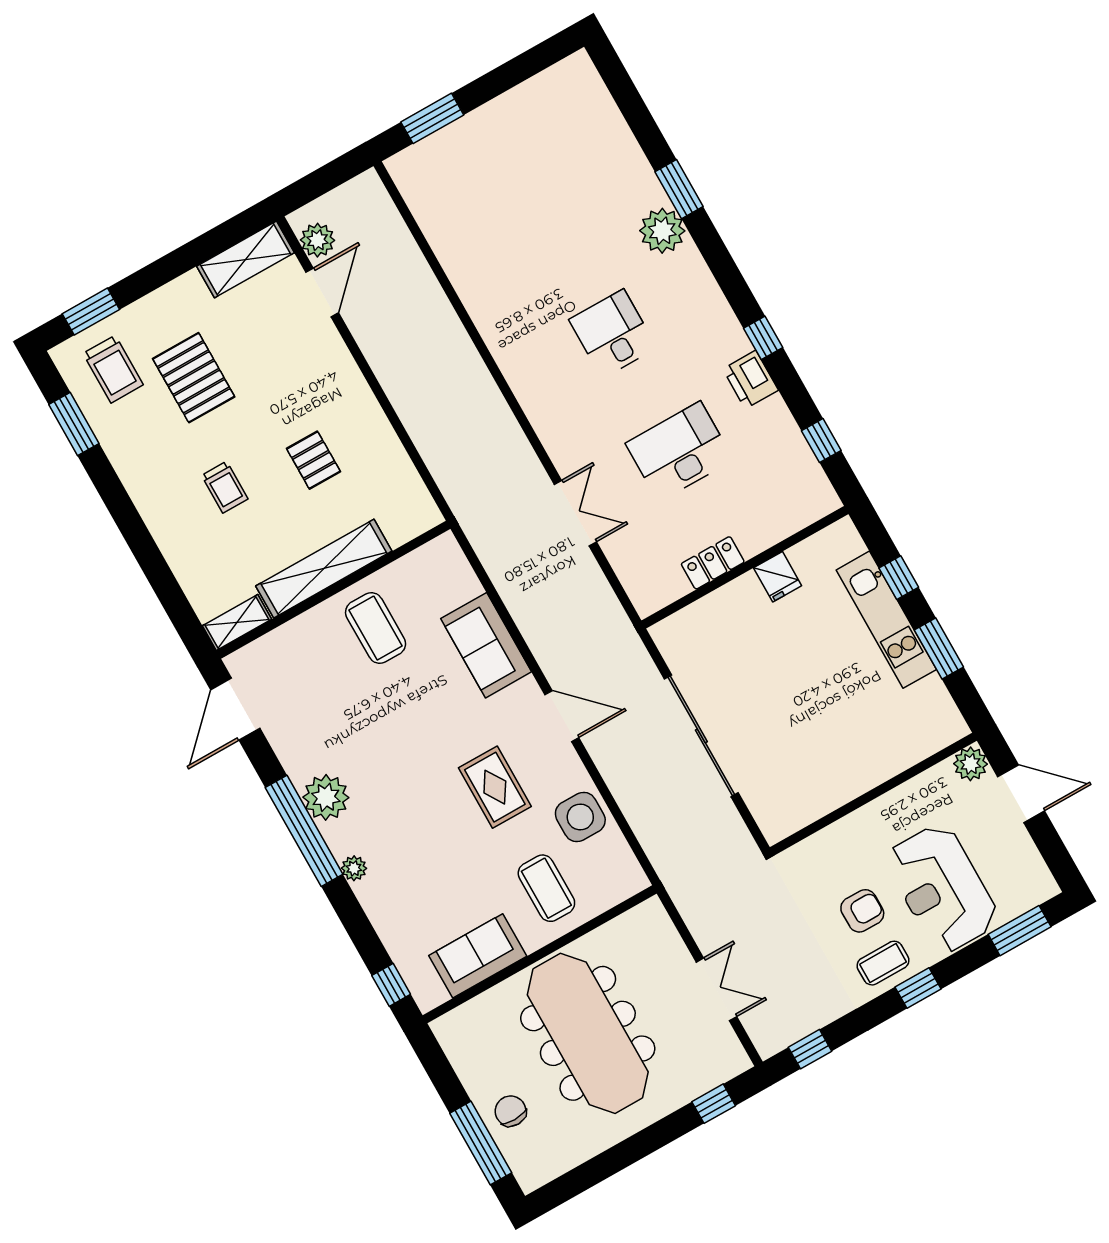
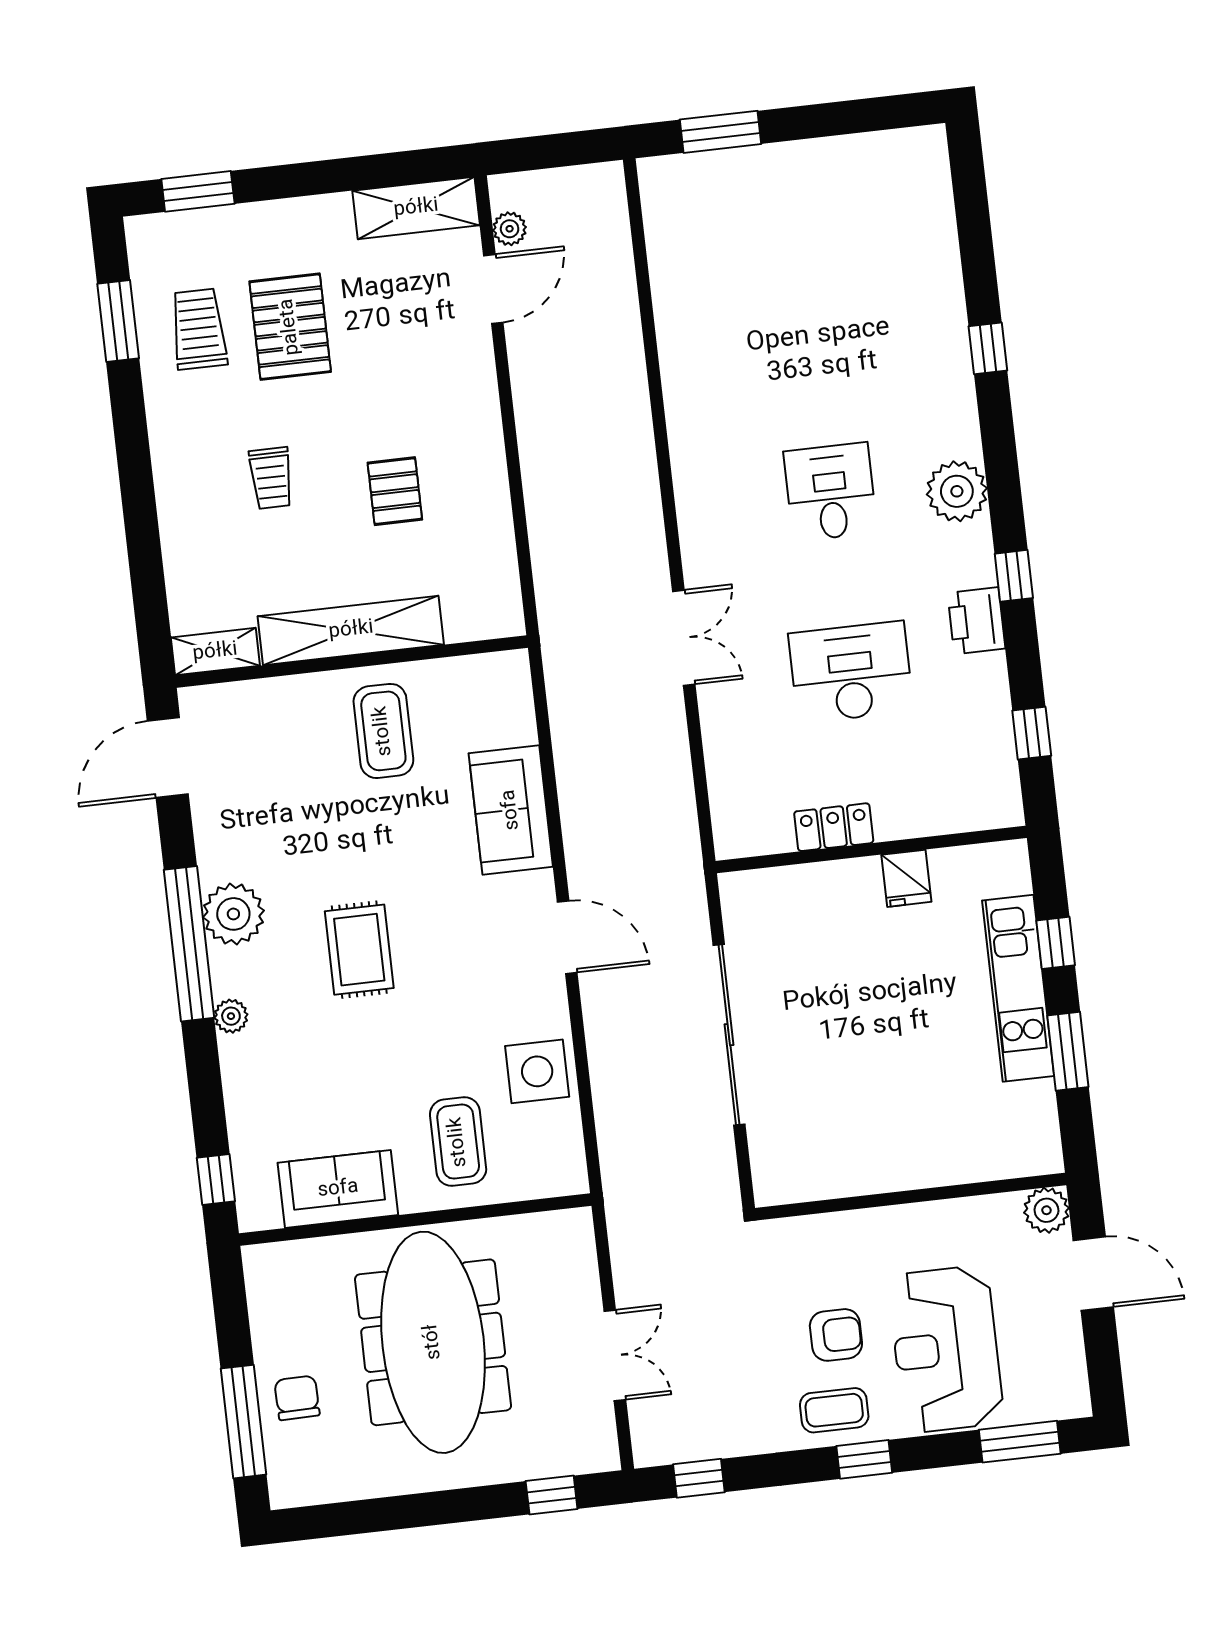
window: (679, 189) -> (988, 348), width x0.67
plant: (662, 231) -> (957, 491), moved
plant: (318, 240) -> (510, 229), width x0.73, depth x0.73
trolley: (113, 369) -> (199, 329), moved, turned 180
double door: (575, 513) -> (684, 638), moved
rug: (495, 787) -> (359, 950), moved

